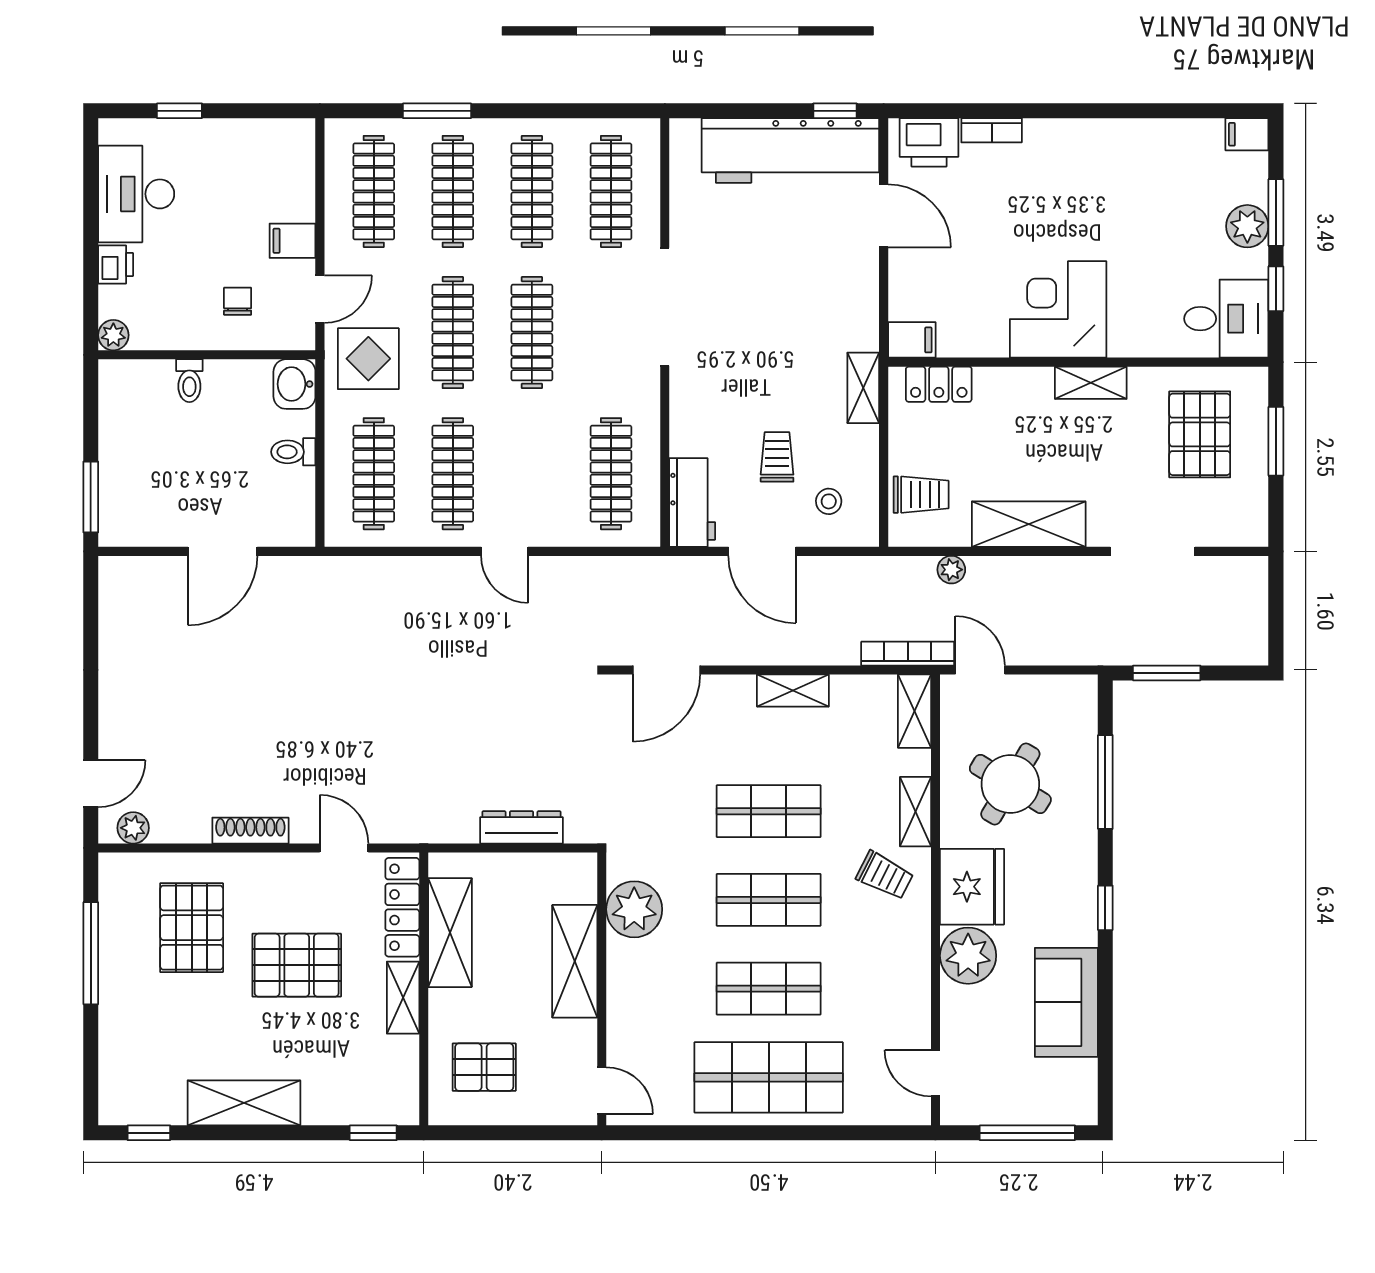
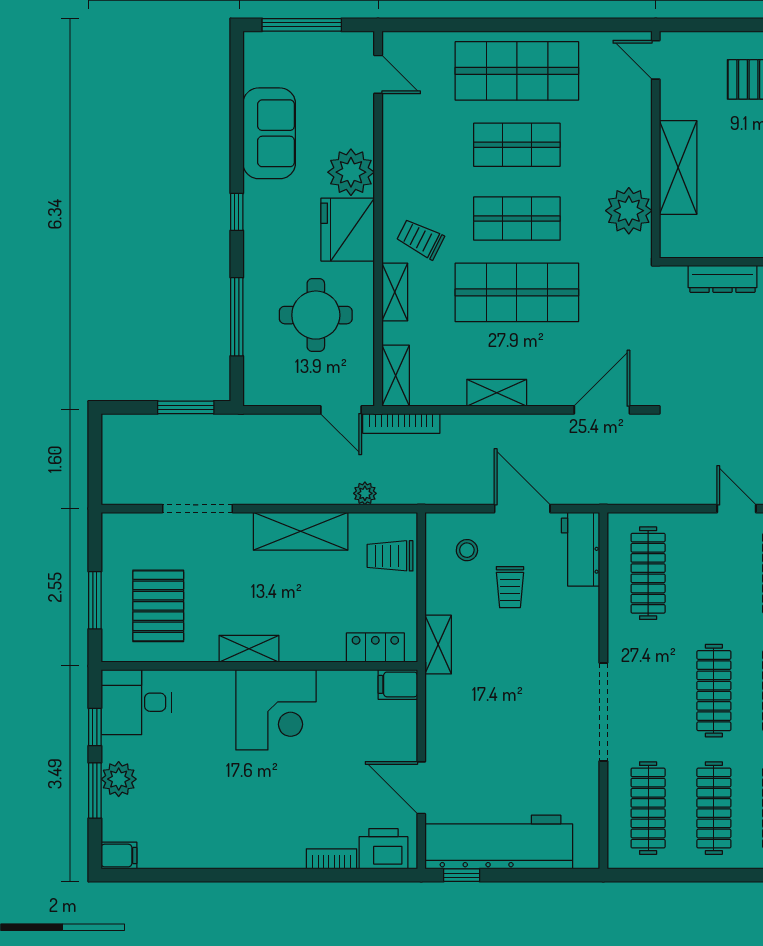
round table: (1010, 784) -> (316, 315), turned -31
shop shelf: (769, 811) -> (517, 292), width x1.43, depth x1.36

